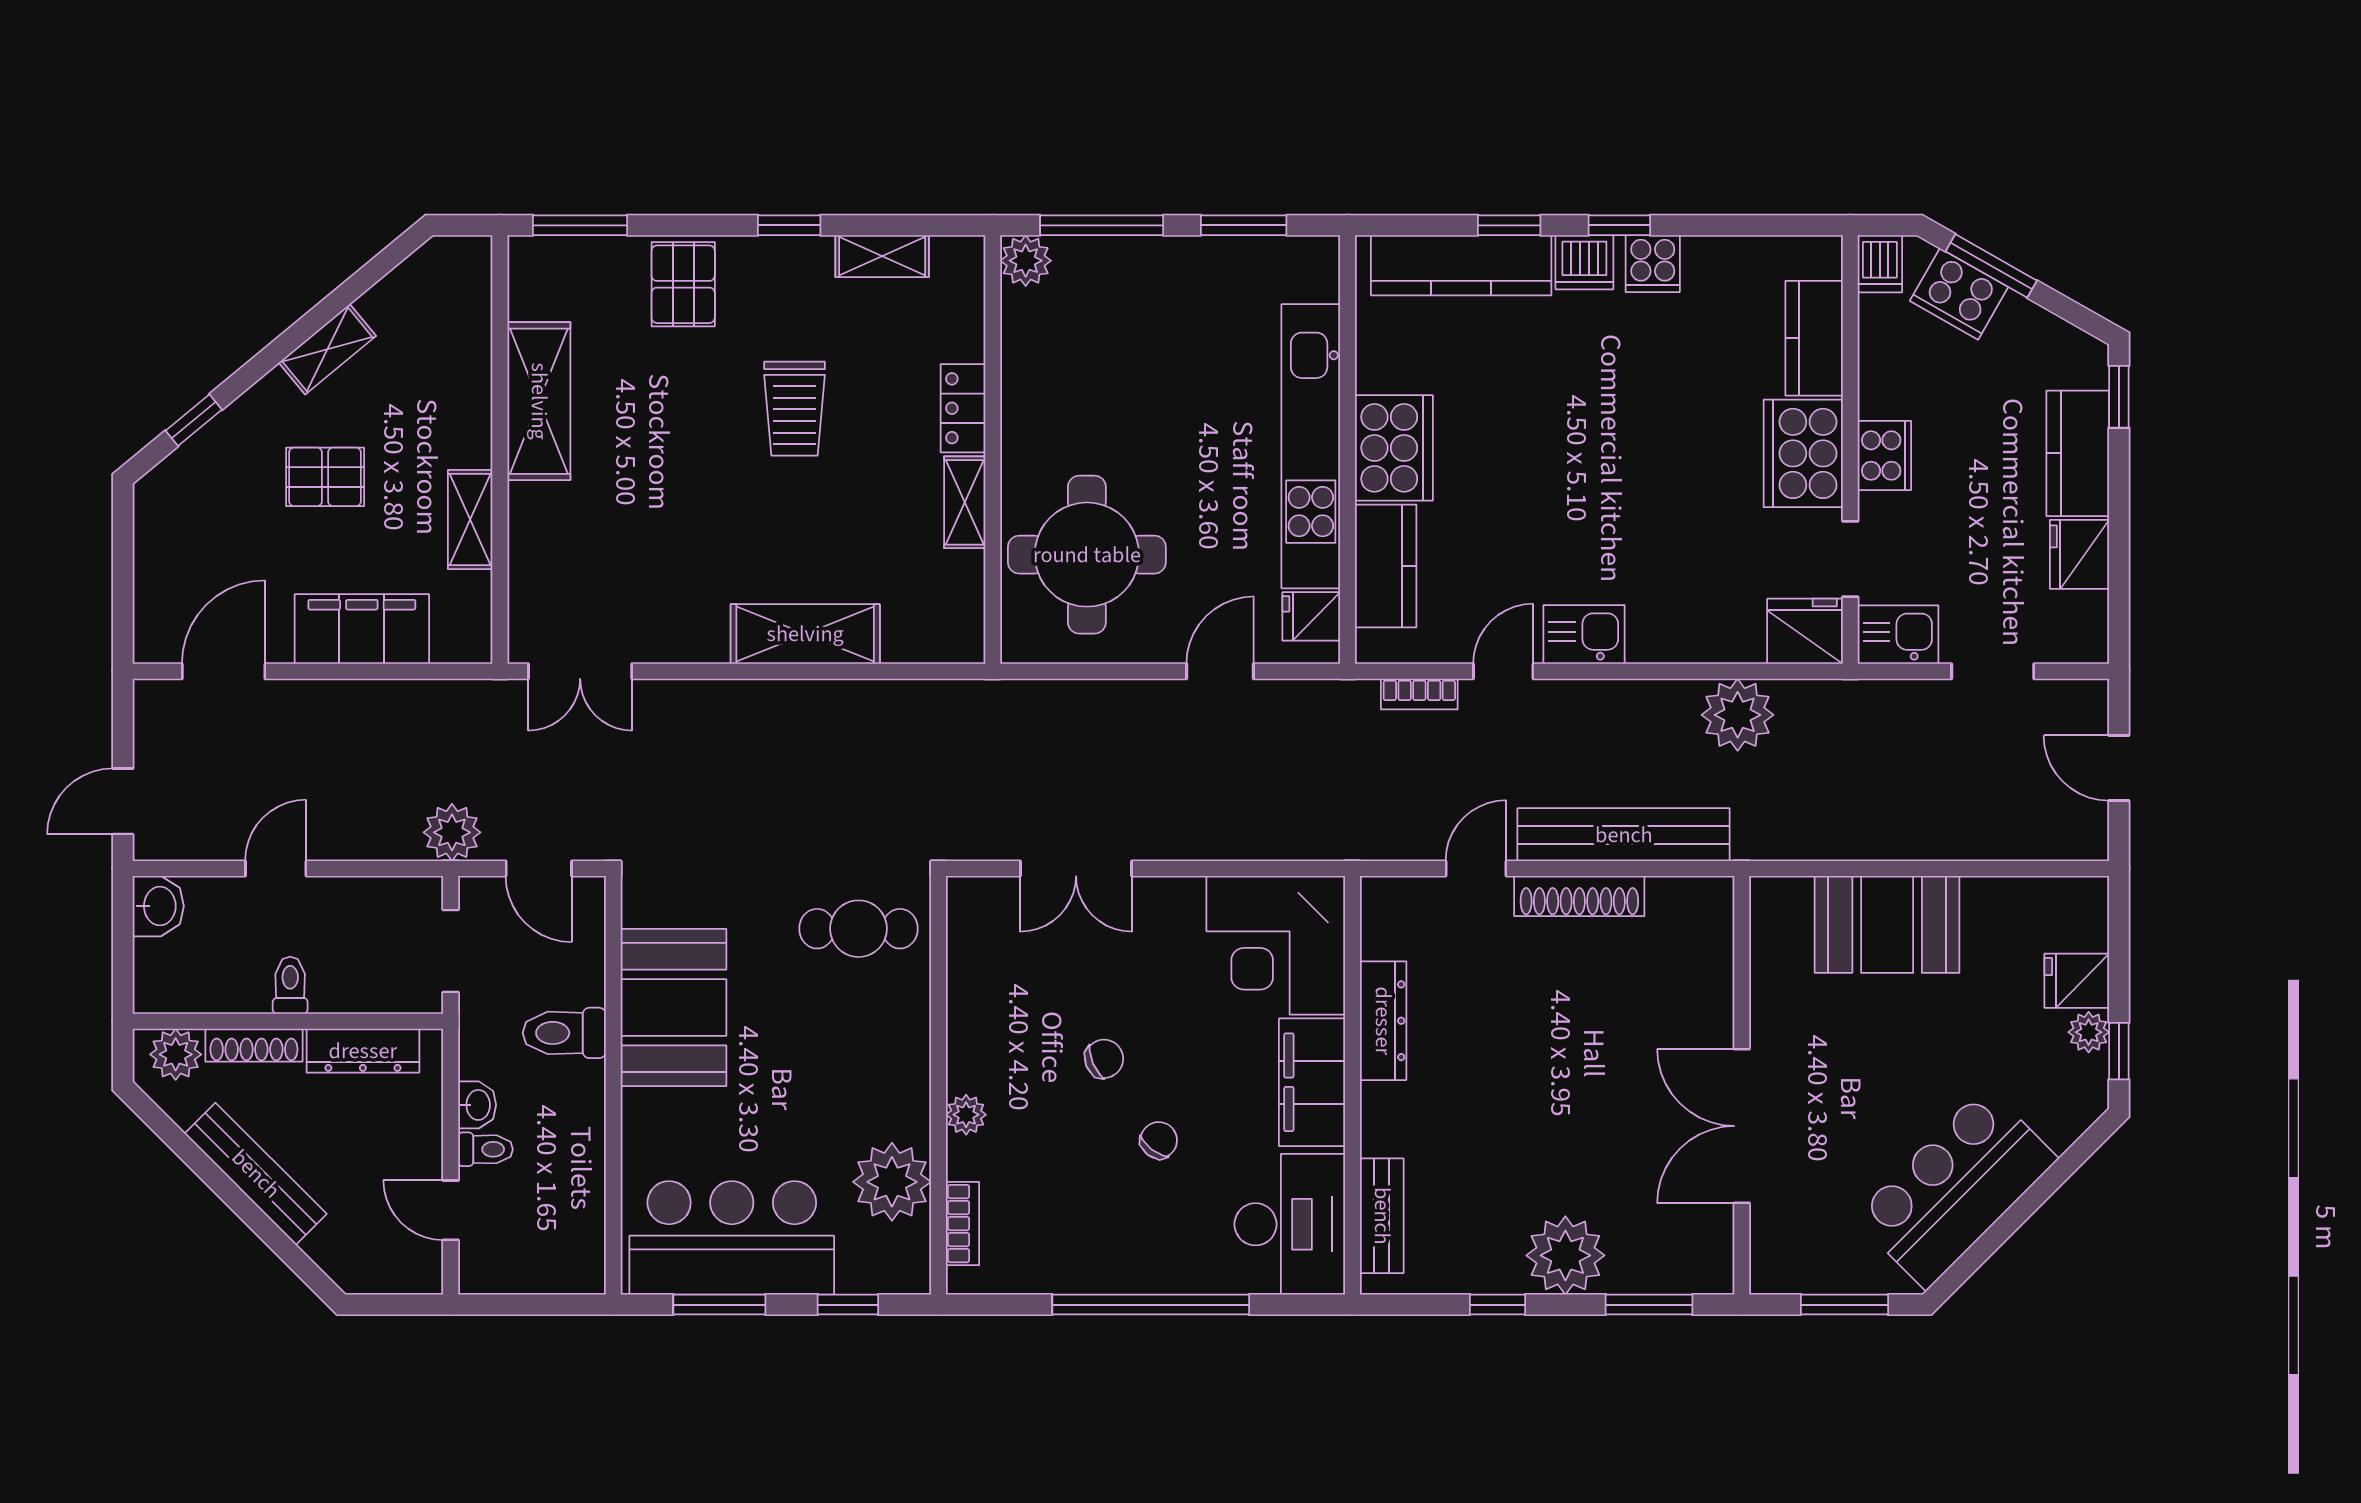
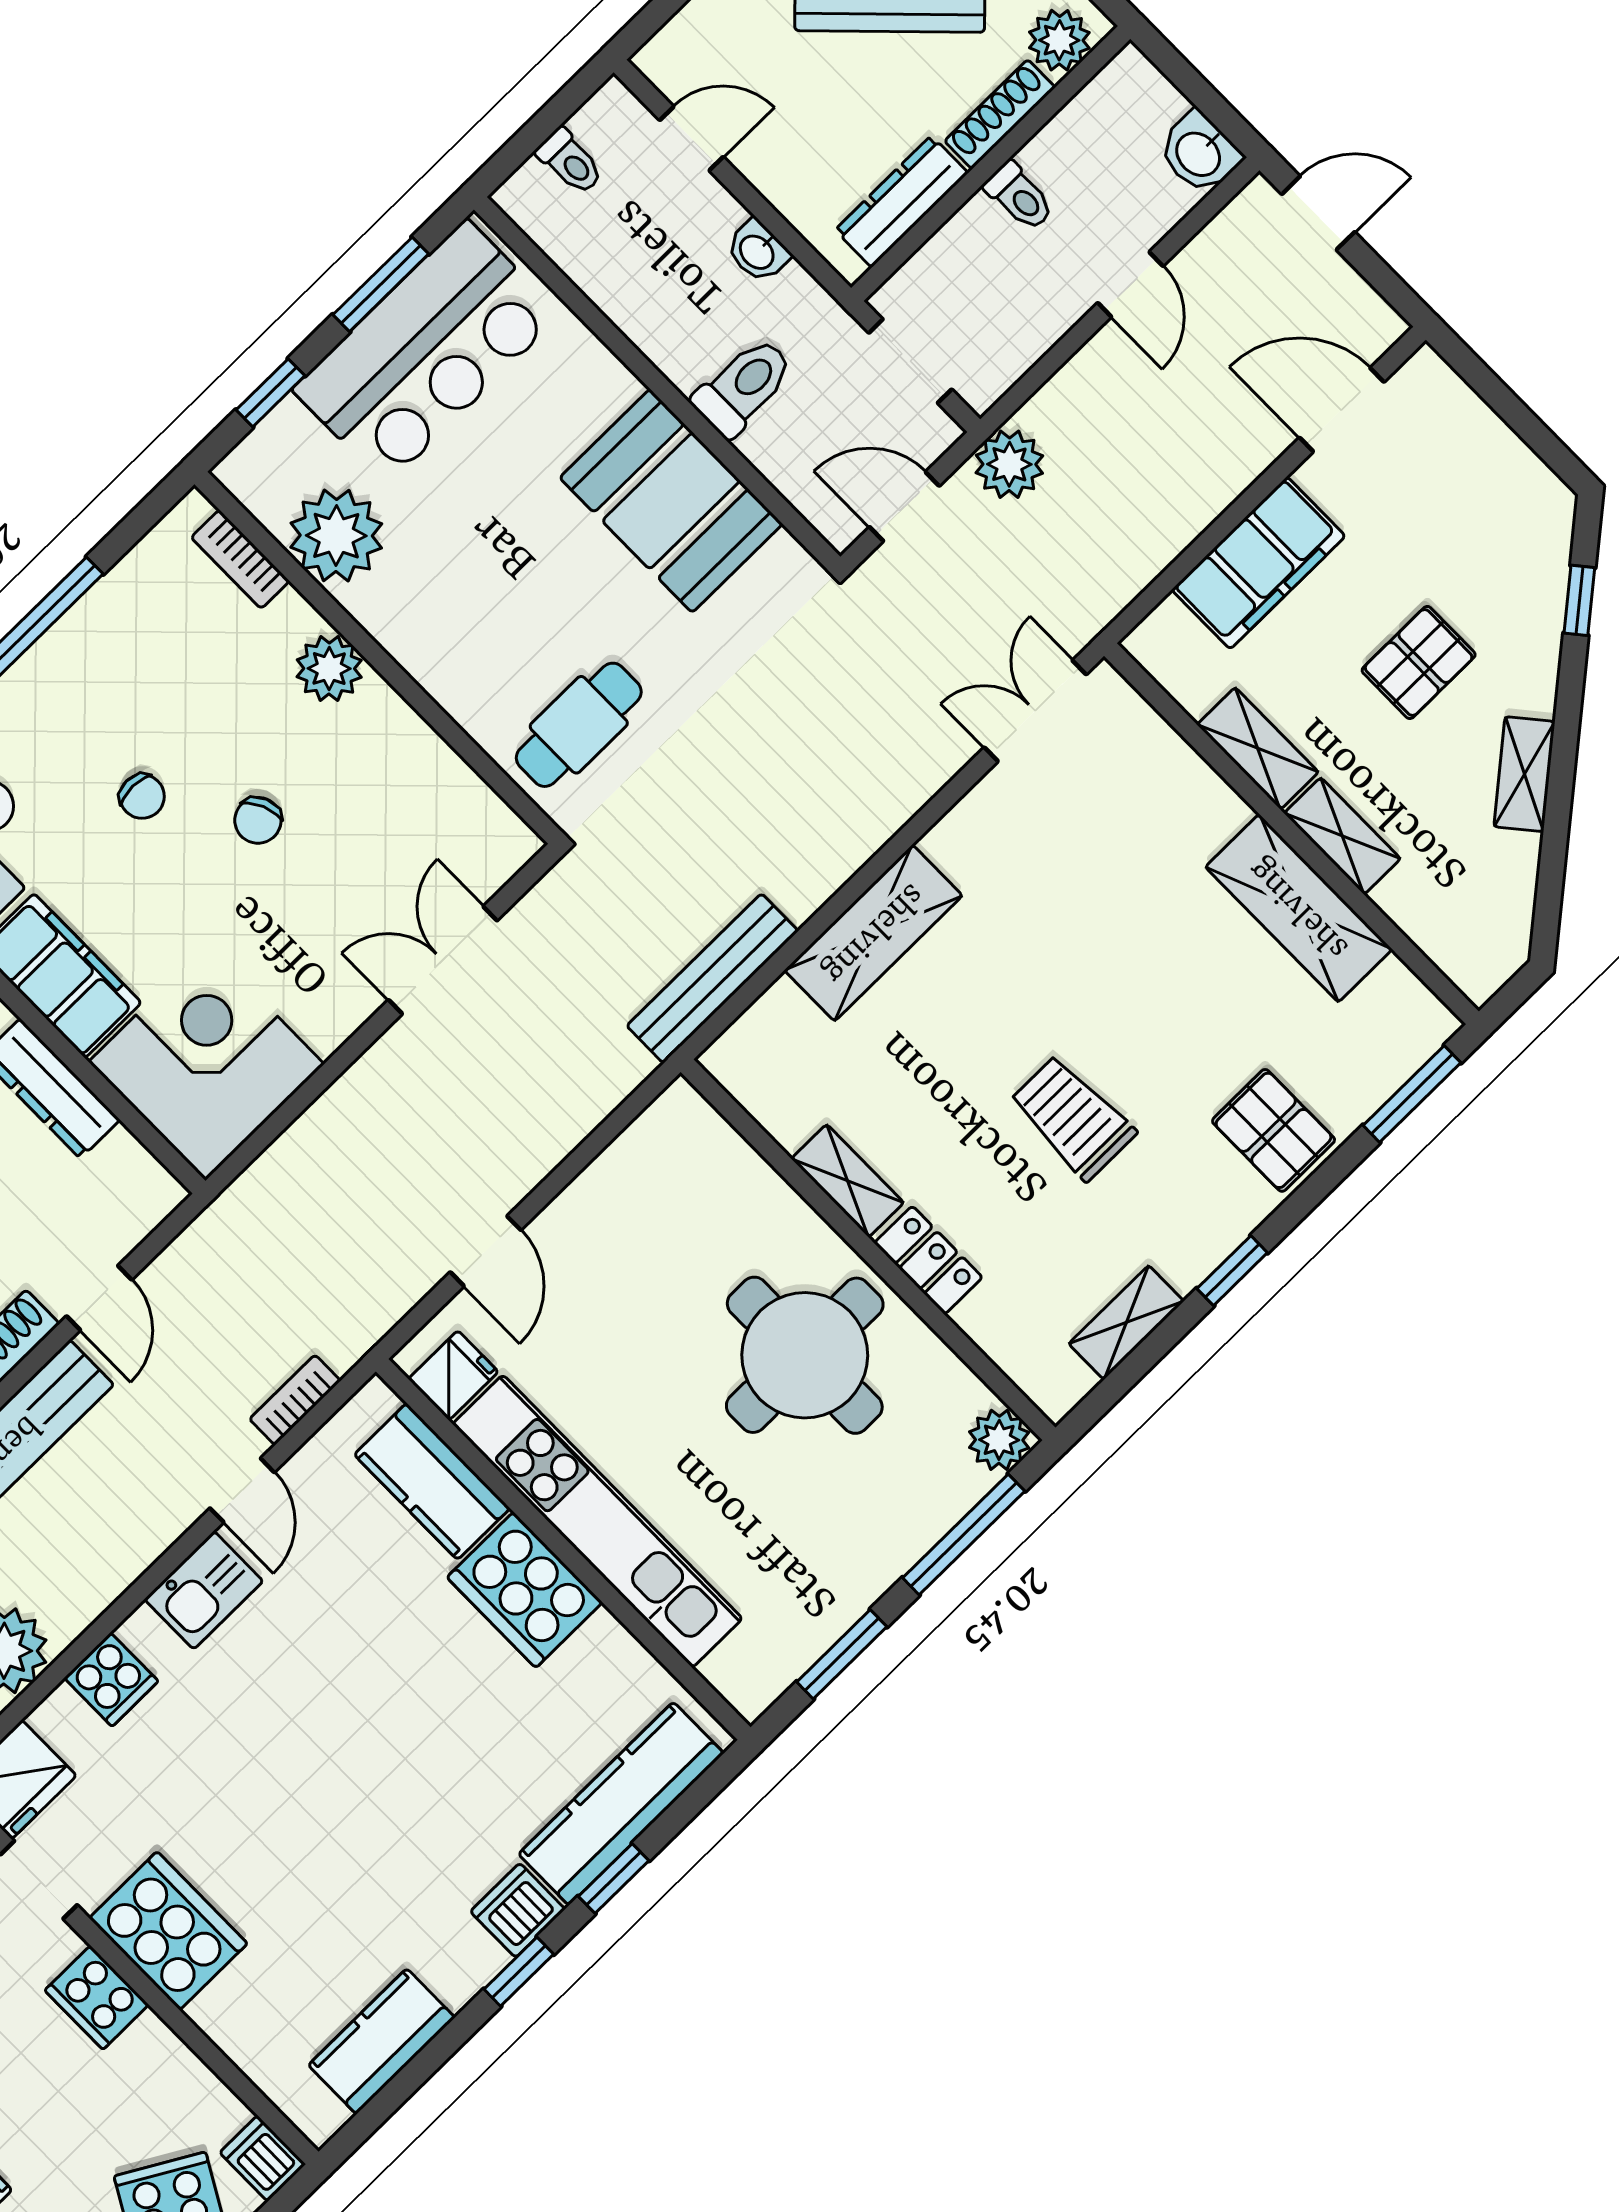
cooker: (1653, 264) -> (111, 1680), moved, turned 180
kitchen counter: (1814, 338) -> (382, 2041), moved, turned -90
shelving: (471, 419) -> (1342, 836), added
round table: (1087, 555) -> (805, 1355), moved
door: (224, 671) -> (1342, 410), swing flipped
bench: (927, 701) -> (712, 978), added
door: (123, 801) -> (1318, 213), hinge flipped
plant: (966, 1115) -> (329, 669), width x1.38, depth x1.38
chair: (1159, 1140) -> (142, 796), turned -37
toilet: (485, 1149) -> (570, 162), moved, turned -90

